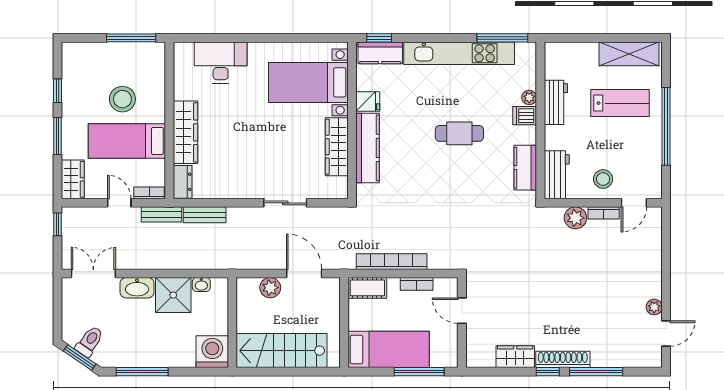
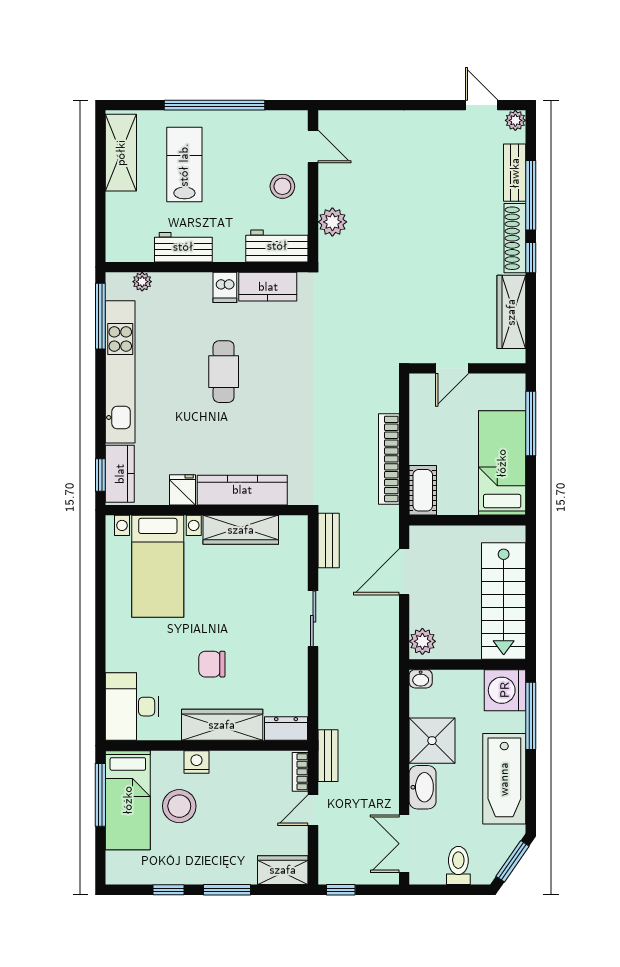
desk: (221, 63) -> (132, 707), moved
plant: (529, 97) -> (142, 282), moved
nightstand: (157, 112) -> (196, 762), added
dishwasher: (525, 116) -> (225, 287), moved
chair: (233, 124) -> (212, 664), added
bed: (127, 141) -> (128, 800), moved
sliding door: (285, 203) -> (313, 619), moved
bookcase: (604, 213) -> (326, 186), removed
bench: (205, 215) -> (329, 541), moved
bookcase: (417, 284) -> (418, 427), removed
washbasin: (201, 285) -> (421, 679), moved, turned 90
plant: (270, 288) -> (422, 641), moved
plant: (654, 307) -> (515, 120), moved
toilet: (90, 341) -> (458, 866), moved, turned 55
bathtub: (144, 351) -> (504, 779), added
wardrobe: (515, 357) -> (511, 312), width x1.50
bench: (614, 359) -> (515, 173), added
window: (142, 372) -> (531, 716), moved

